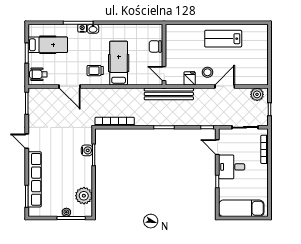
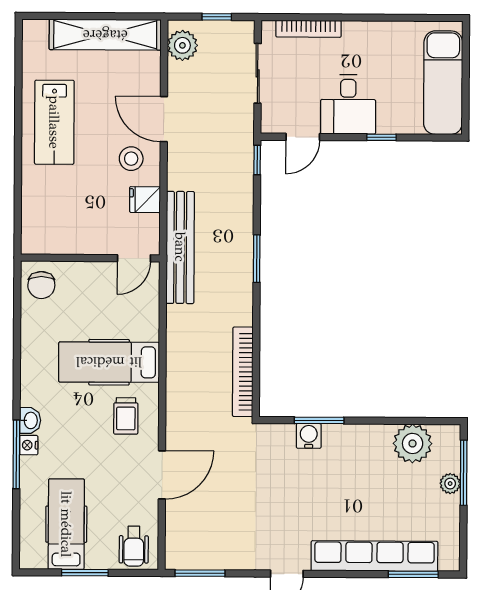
chair: (155, 46) -> (41, 285), moved
shelving: (262, 61) -> (105, 35), added

